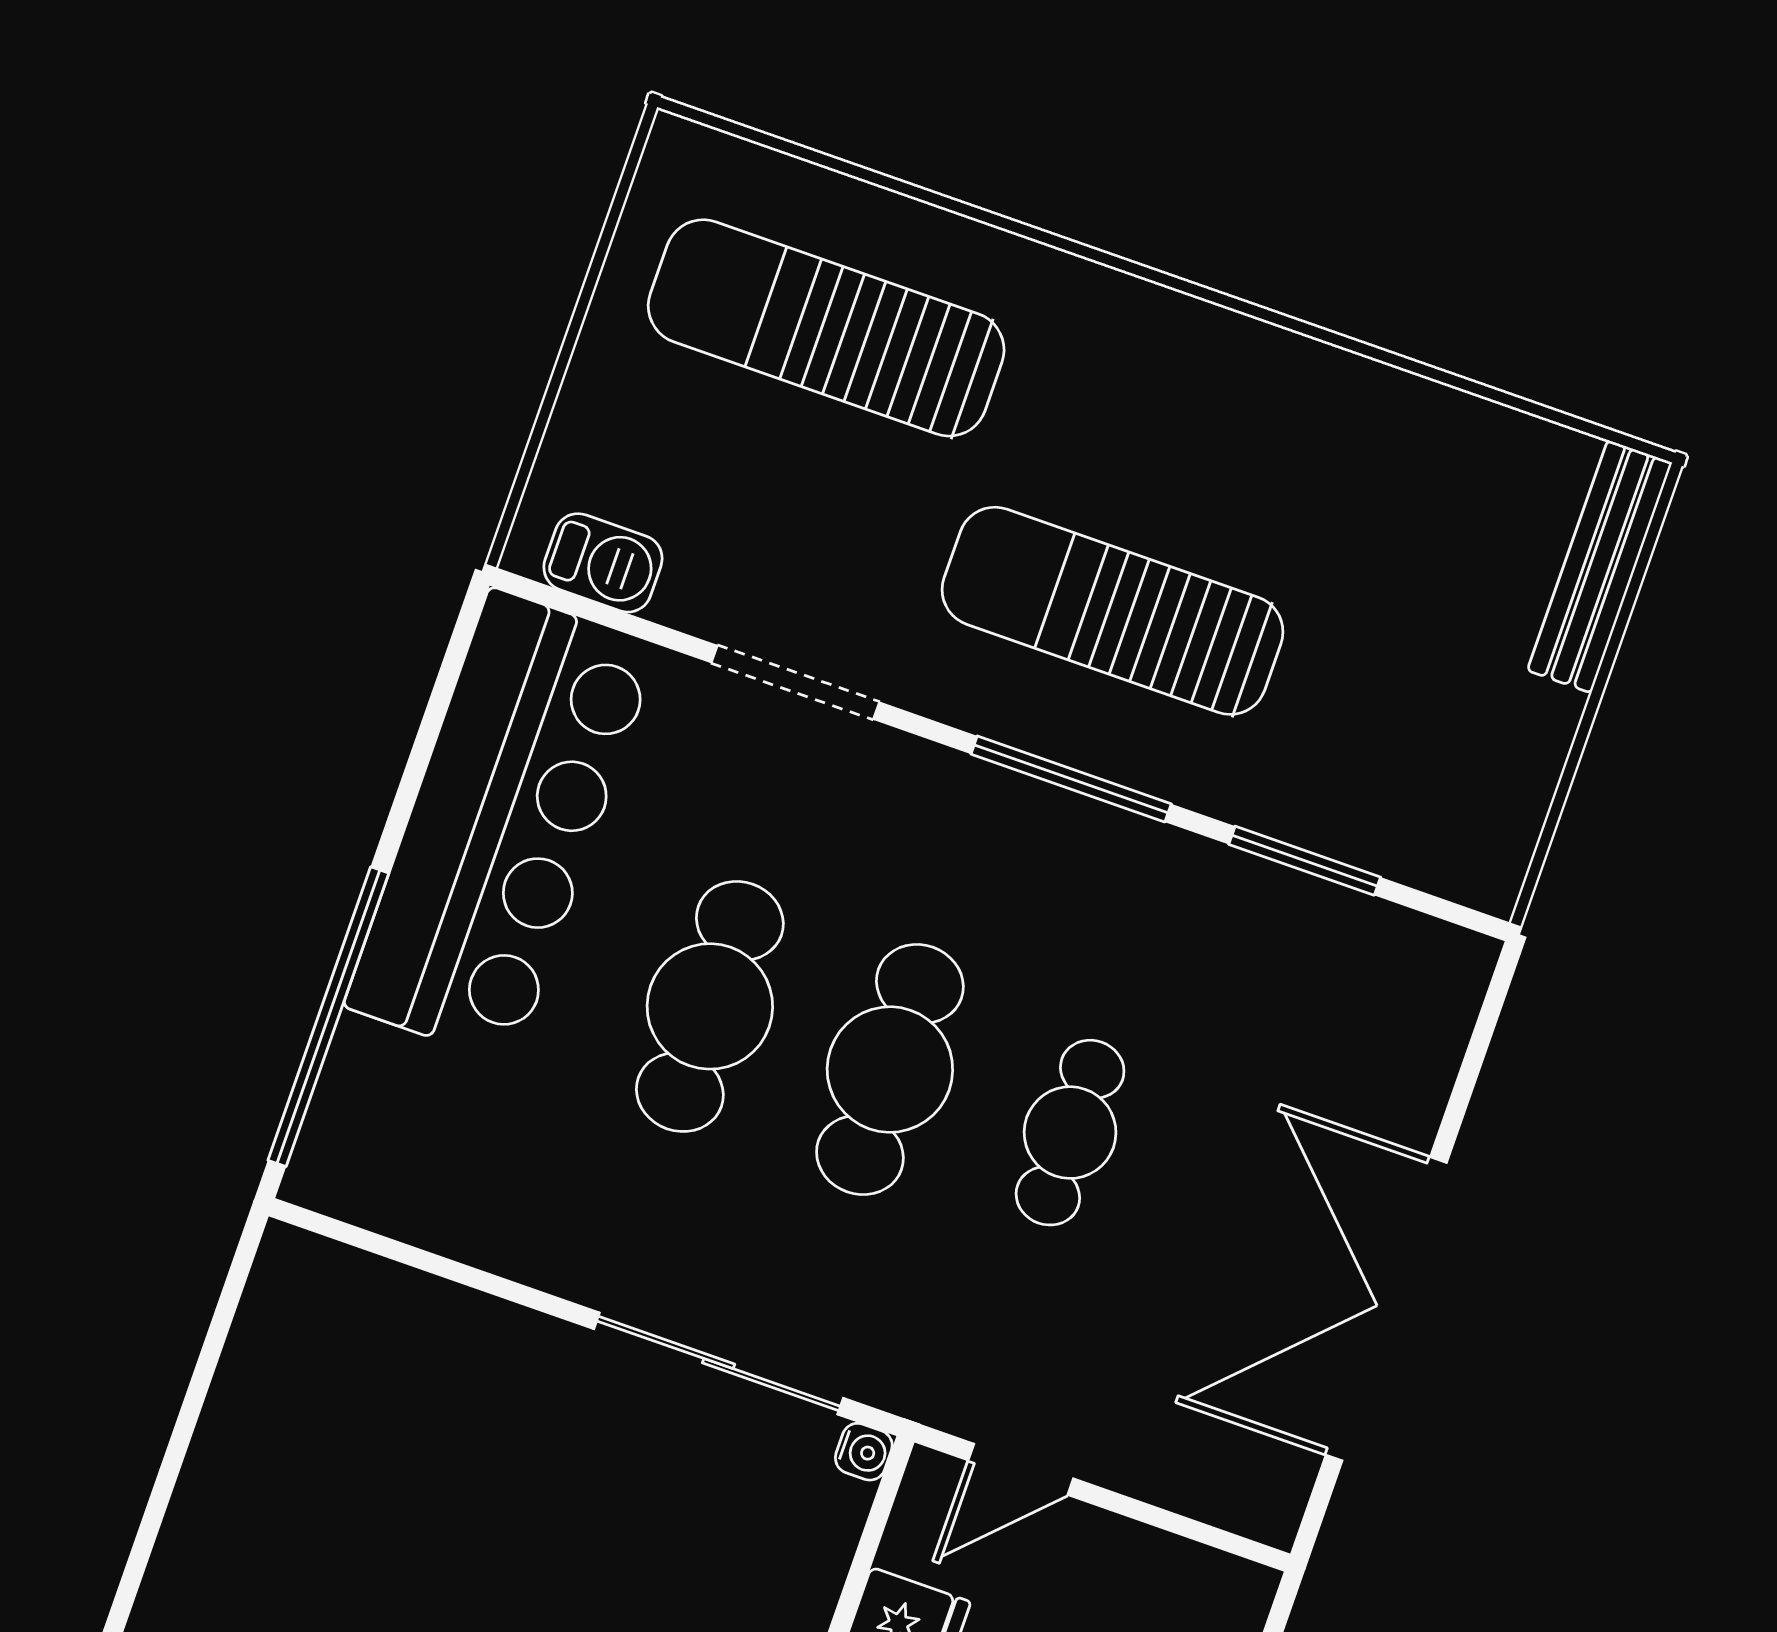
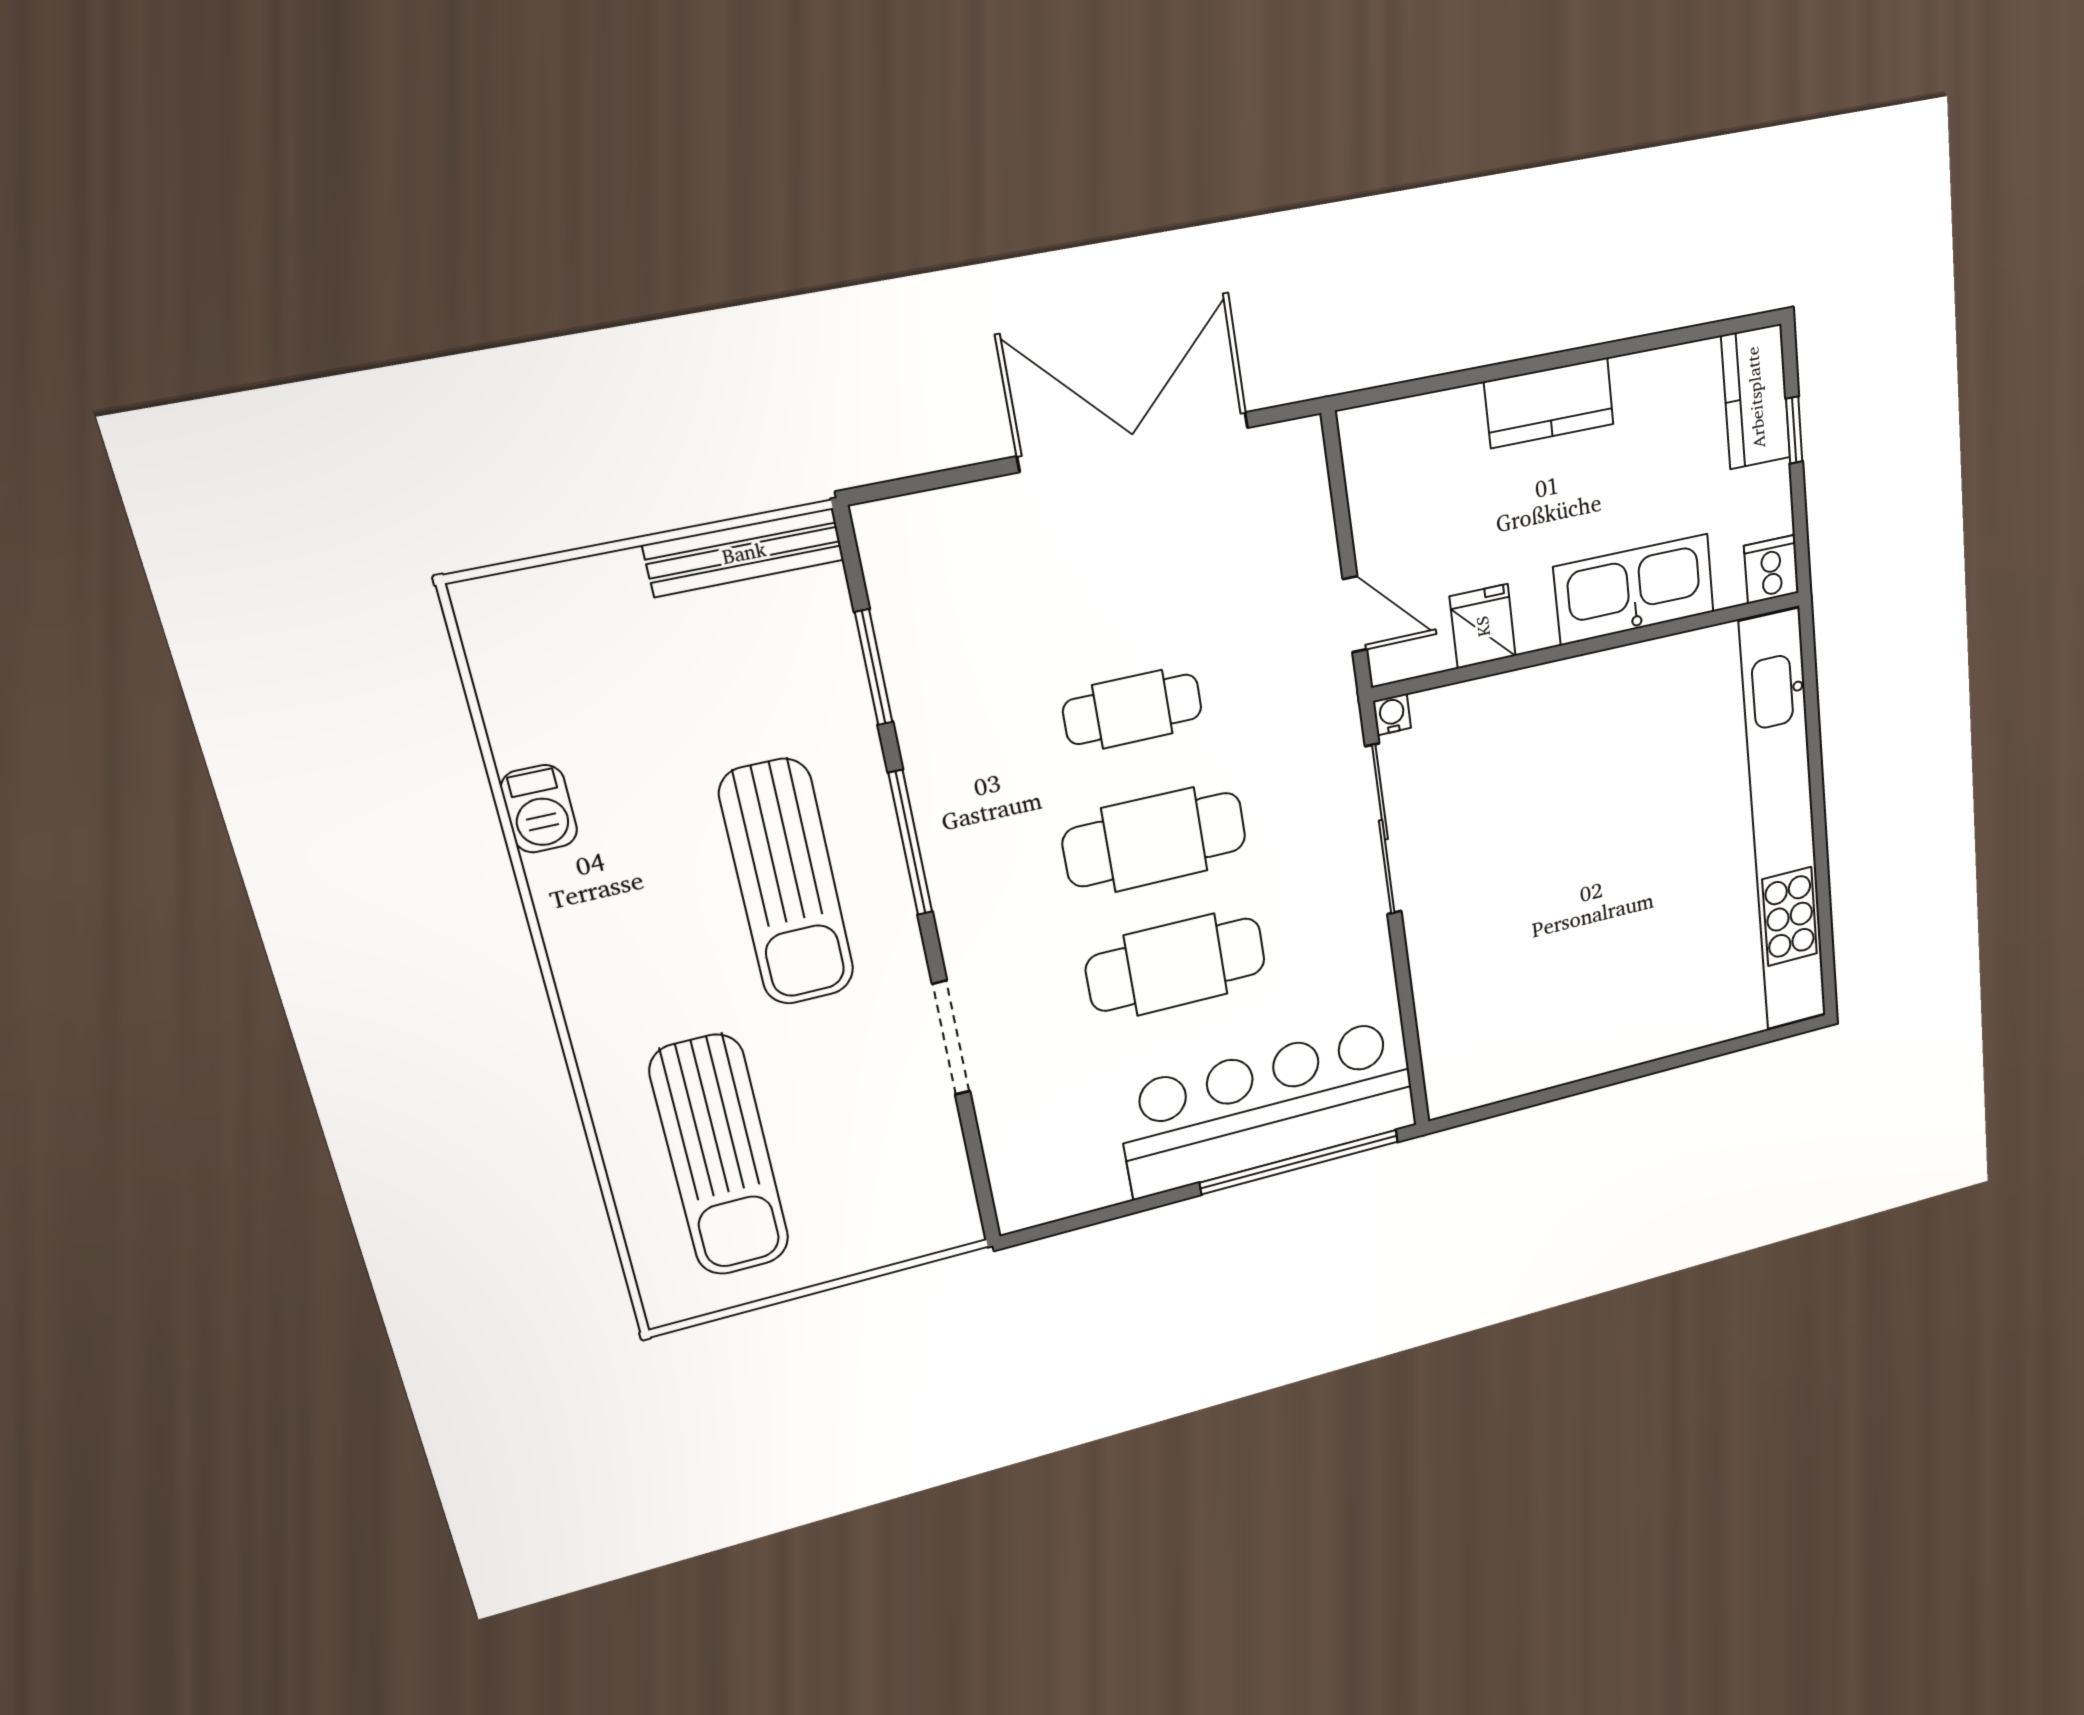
barbecue: (603, 563) -> (539, 809), moved, turned 180
bench: (1600, 566) -> (744, 553), moved
bar counter: (502, 826) -> (1268, 1108), moved
double door: (1386, 1309) -> (1134, 442), swing flipped

